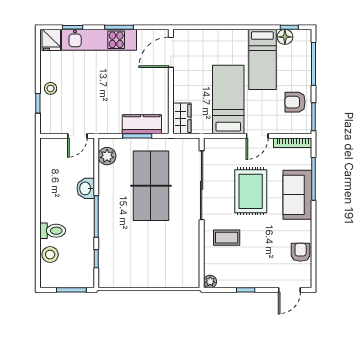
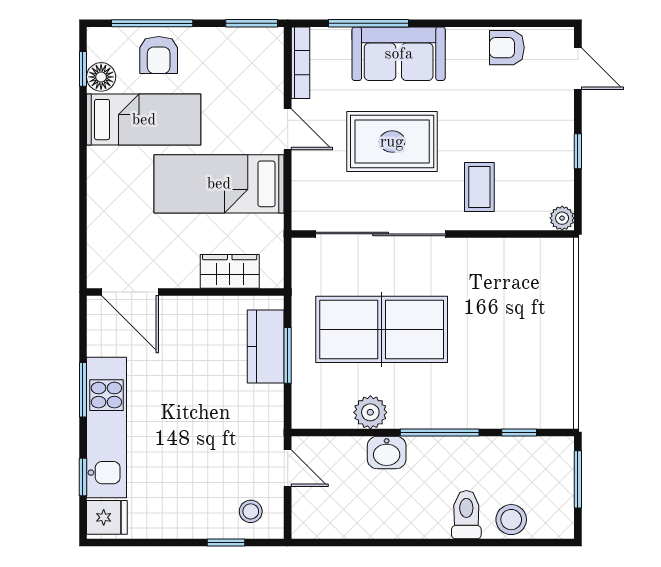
stool: (51, 88) -> (251, 511), moved
armchair: (295, 102) -> (159, 55), moved
wardrobe: (182, 118) -> (230, 271), moved
plant: (107, 156) -> (370, 412), moved

